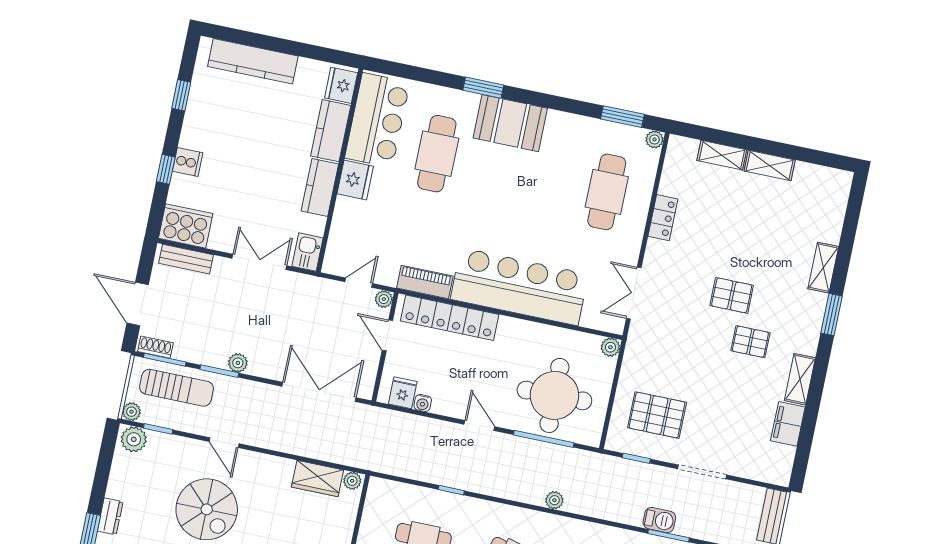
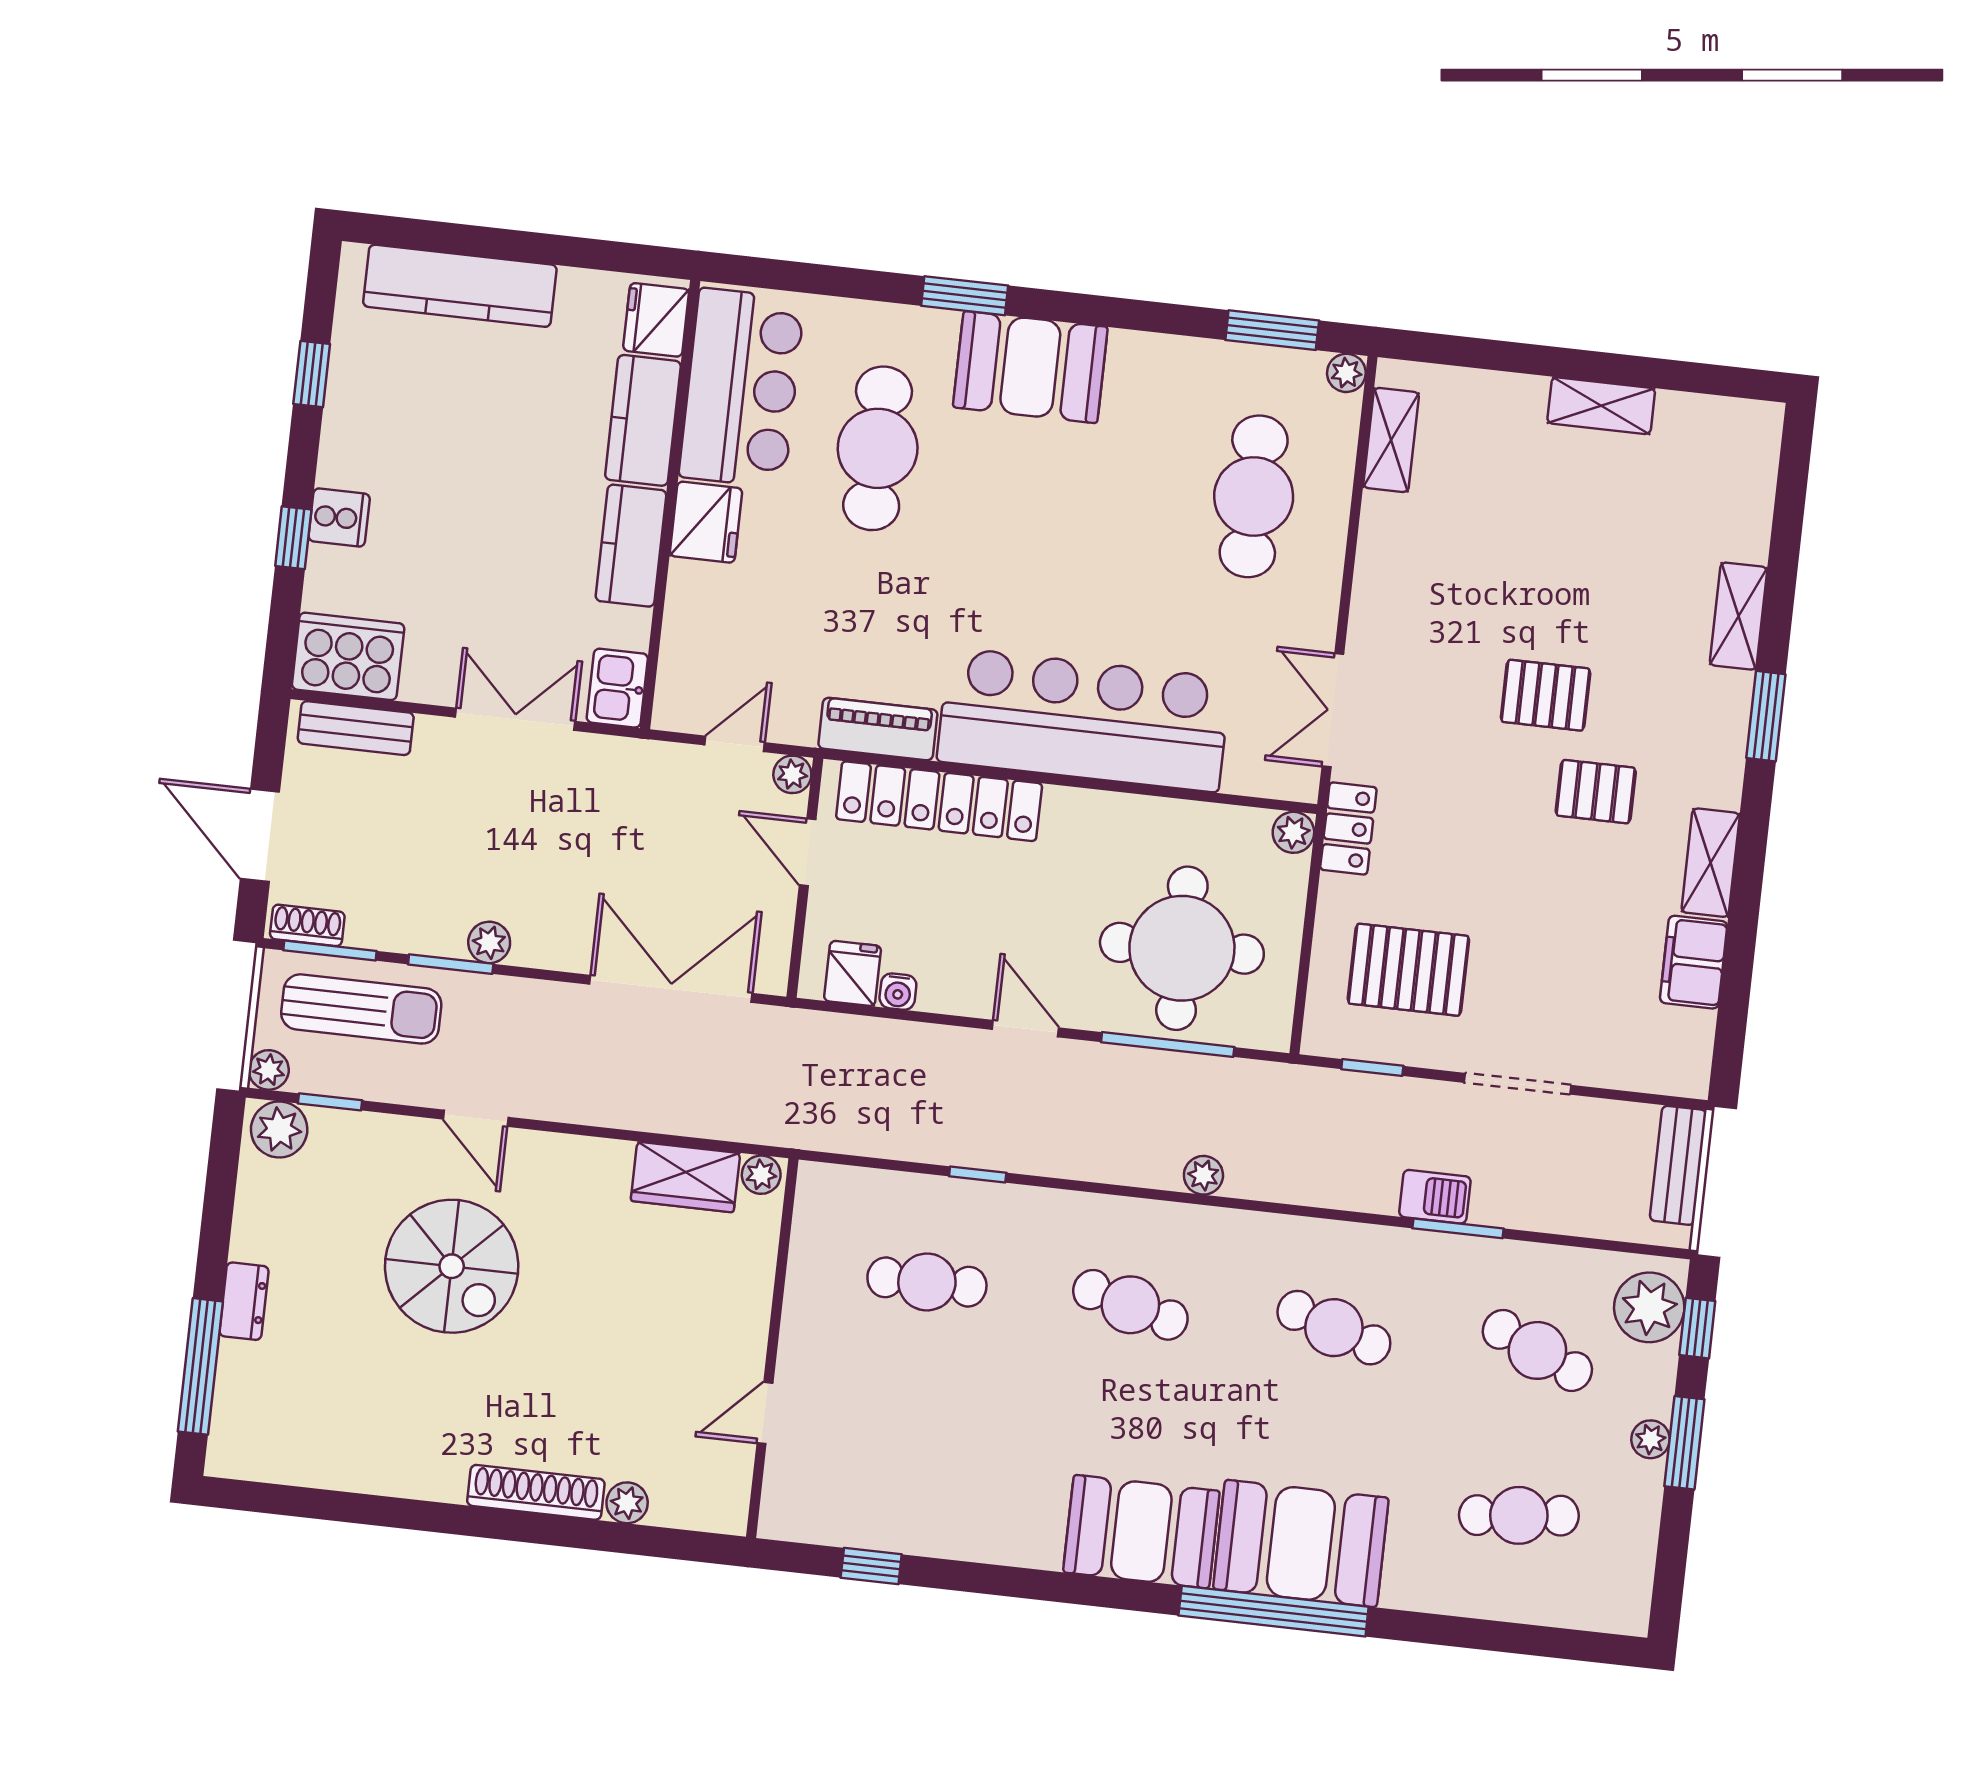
shelving: (722, 155) -> (1391, 440), moved, turned 90
locker: (663, 218) -> (1348, 828), moved

